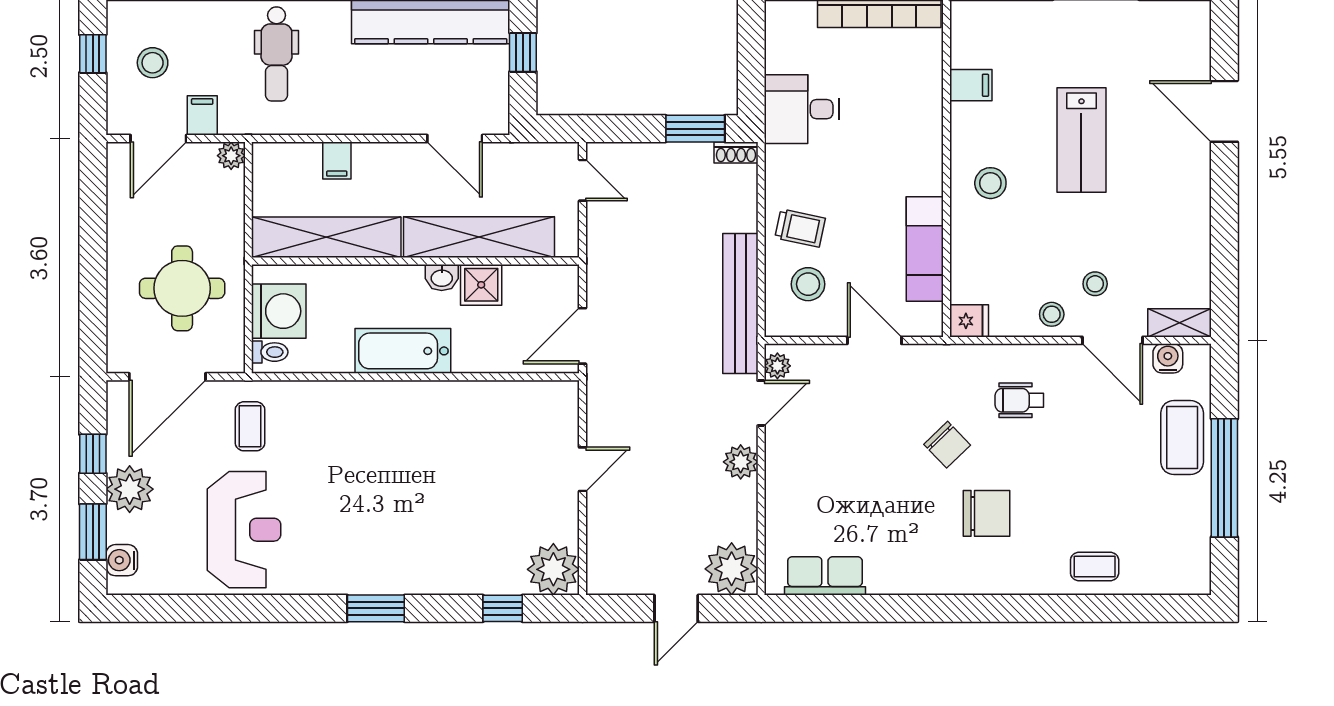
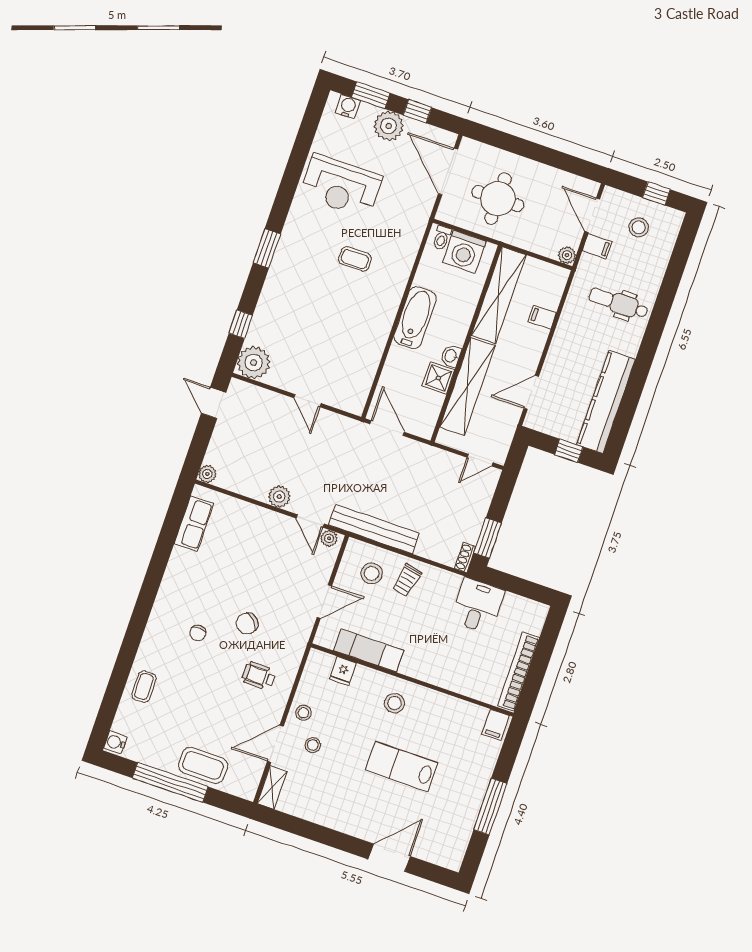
filing cabinet: (971, 85) -> (496, 725), moved
fridge: (969, 321) -> (343, 671), moved
water cooler: (1168, 358) -> (115, 742), moved, turned 180
wheelchair: (1019, 400) -> (259, 676), turned -90
coffee table: (250, 426) -> (355, 259), moved
chair: (987, 513) -> (198, 633), width x0.54, depth x0.54
plant: (732, 569) -> (207, 474), width x0.53, depth x0.53
door: (676, 608) -> (214, 403), moved

